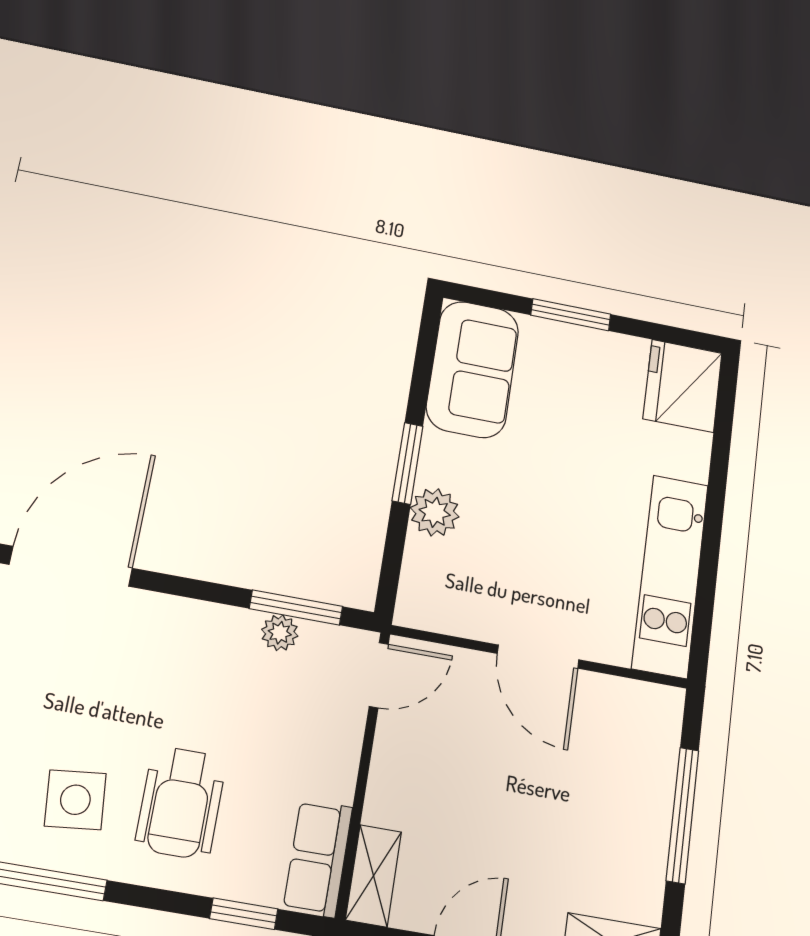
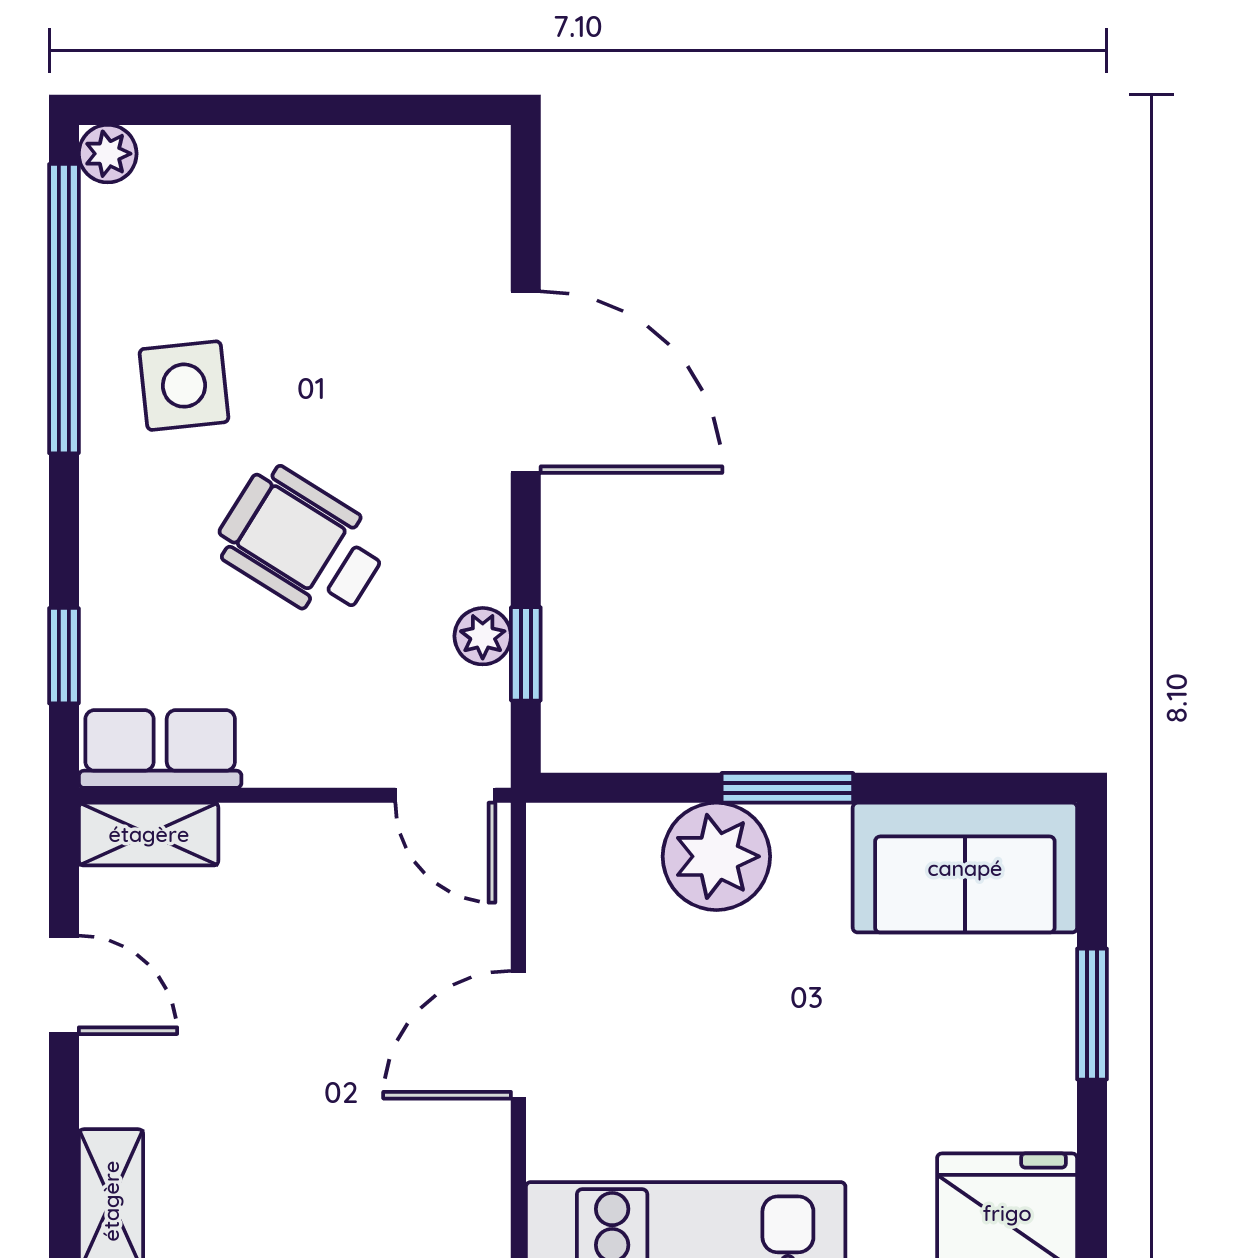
plant: (435, 512) -> (716, 856), width x1.36, depth x1.36
door: (71, 566) -> (526, 382), moved
window: (296, 608) -> (526, 654), width x0.67
wheelchair: (181, 803) -> (302, 544), moved, turned 32

